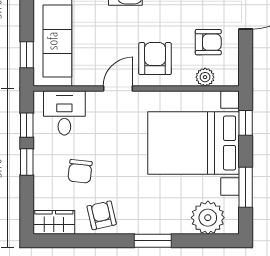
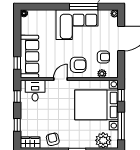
armchair: (155, 59) -> (78, 65), turned 90
window: (27, 162) -> (17, 125), moved
chair: (80, 171) -> (43, 118), removed
window: (246, 187) -> (121, 126), width x1.44

